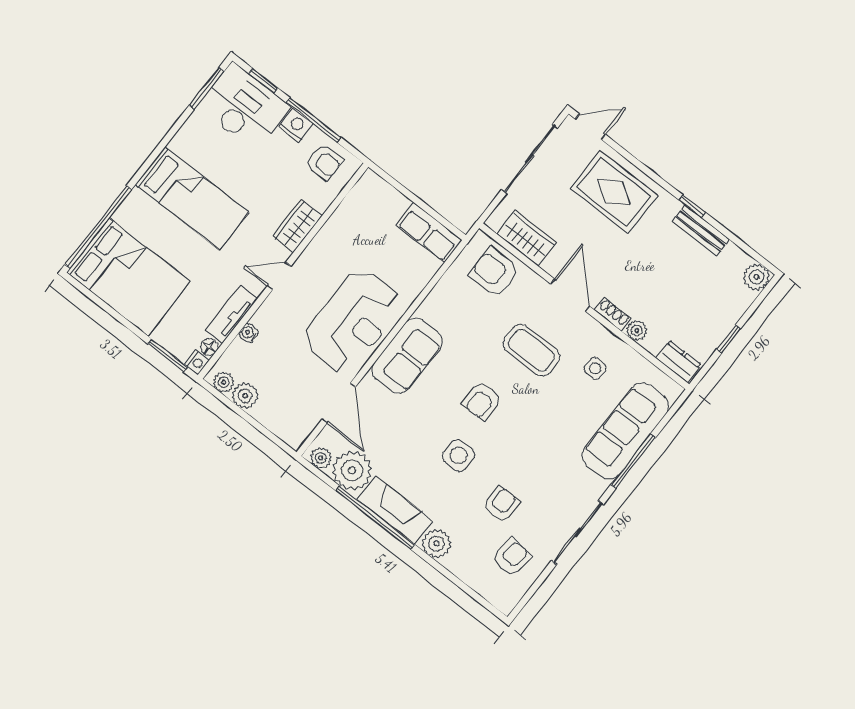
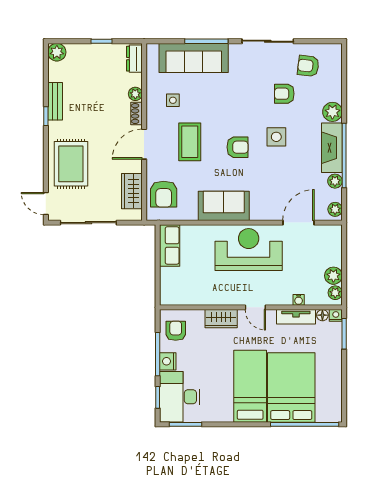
bed: (128, 277) -> (291, 387), moved
sofa: (407, 356) -> (224, 206), moved
plant: (352, 470) -> (335, 181), width x0.53, depth x0.53

